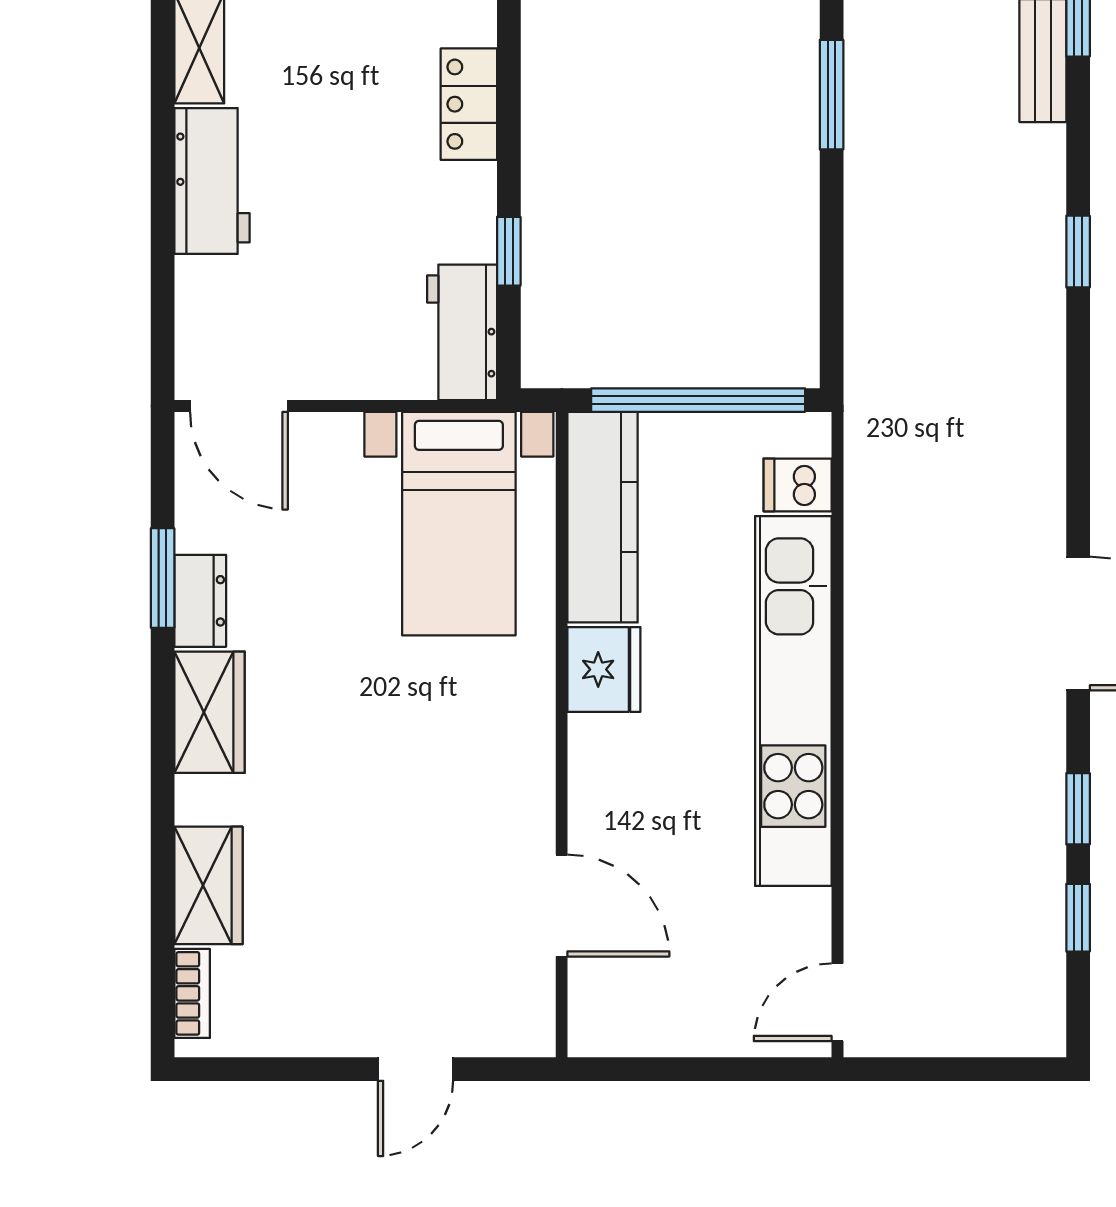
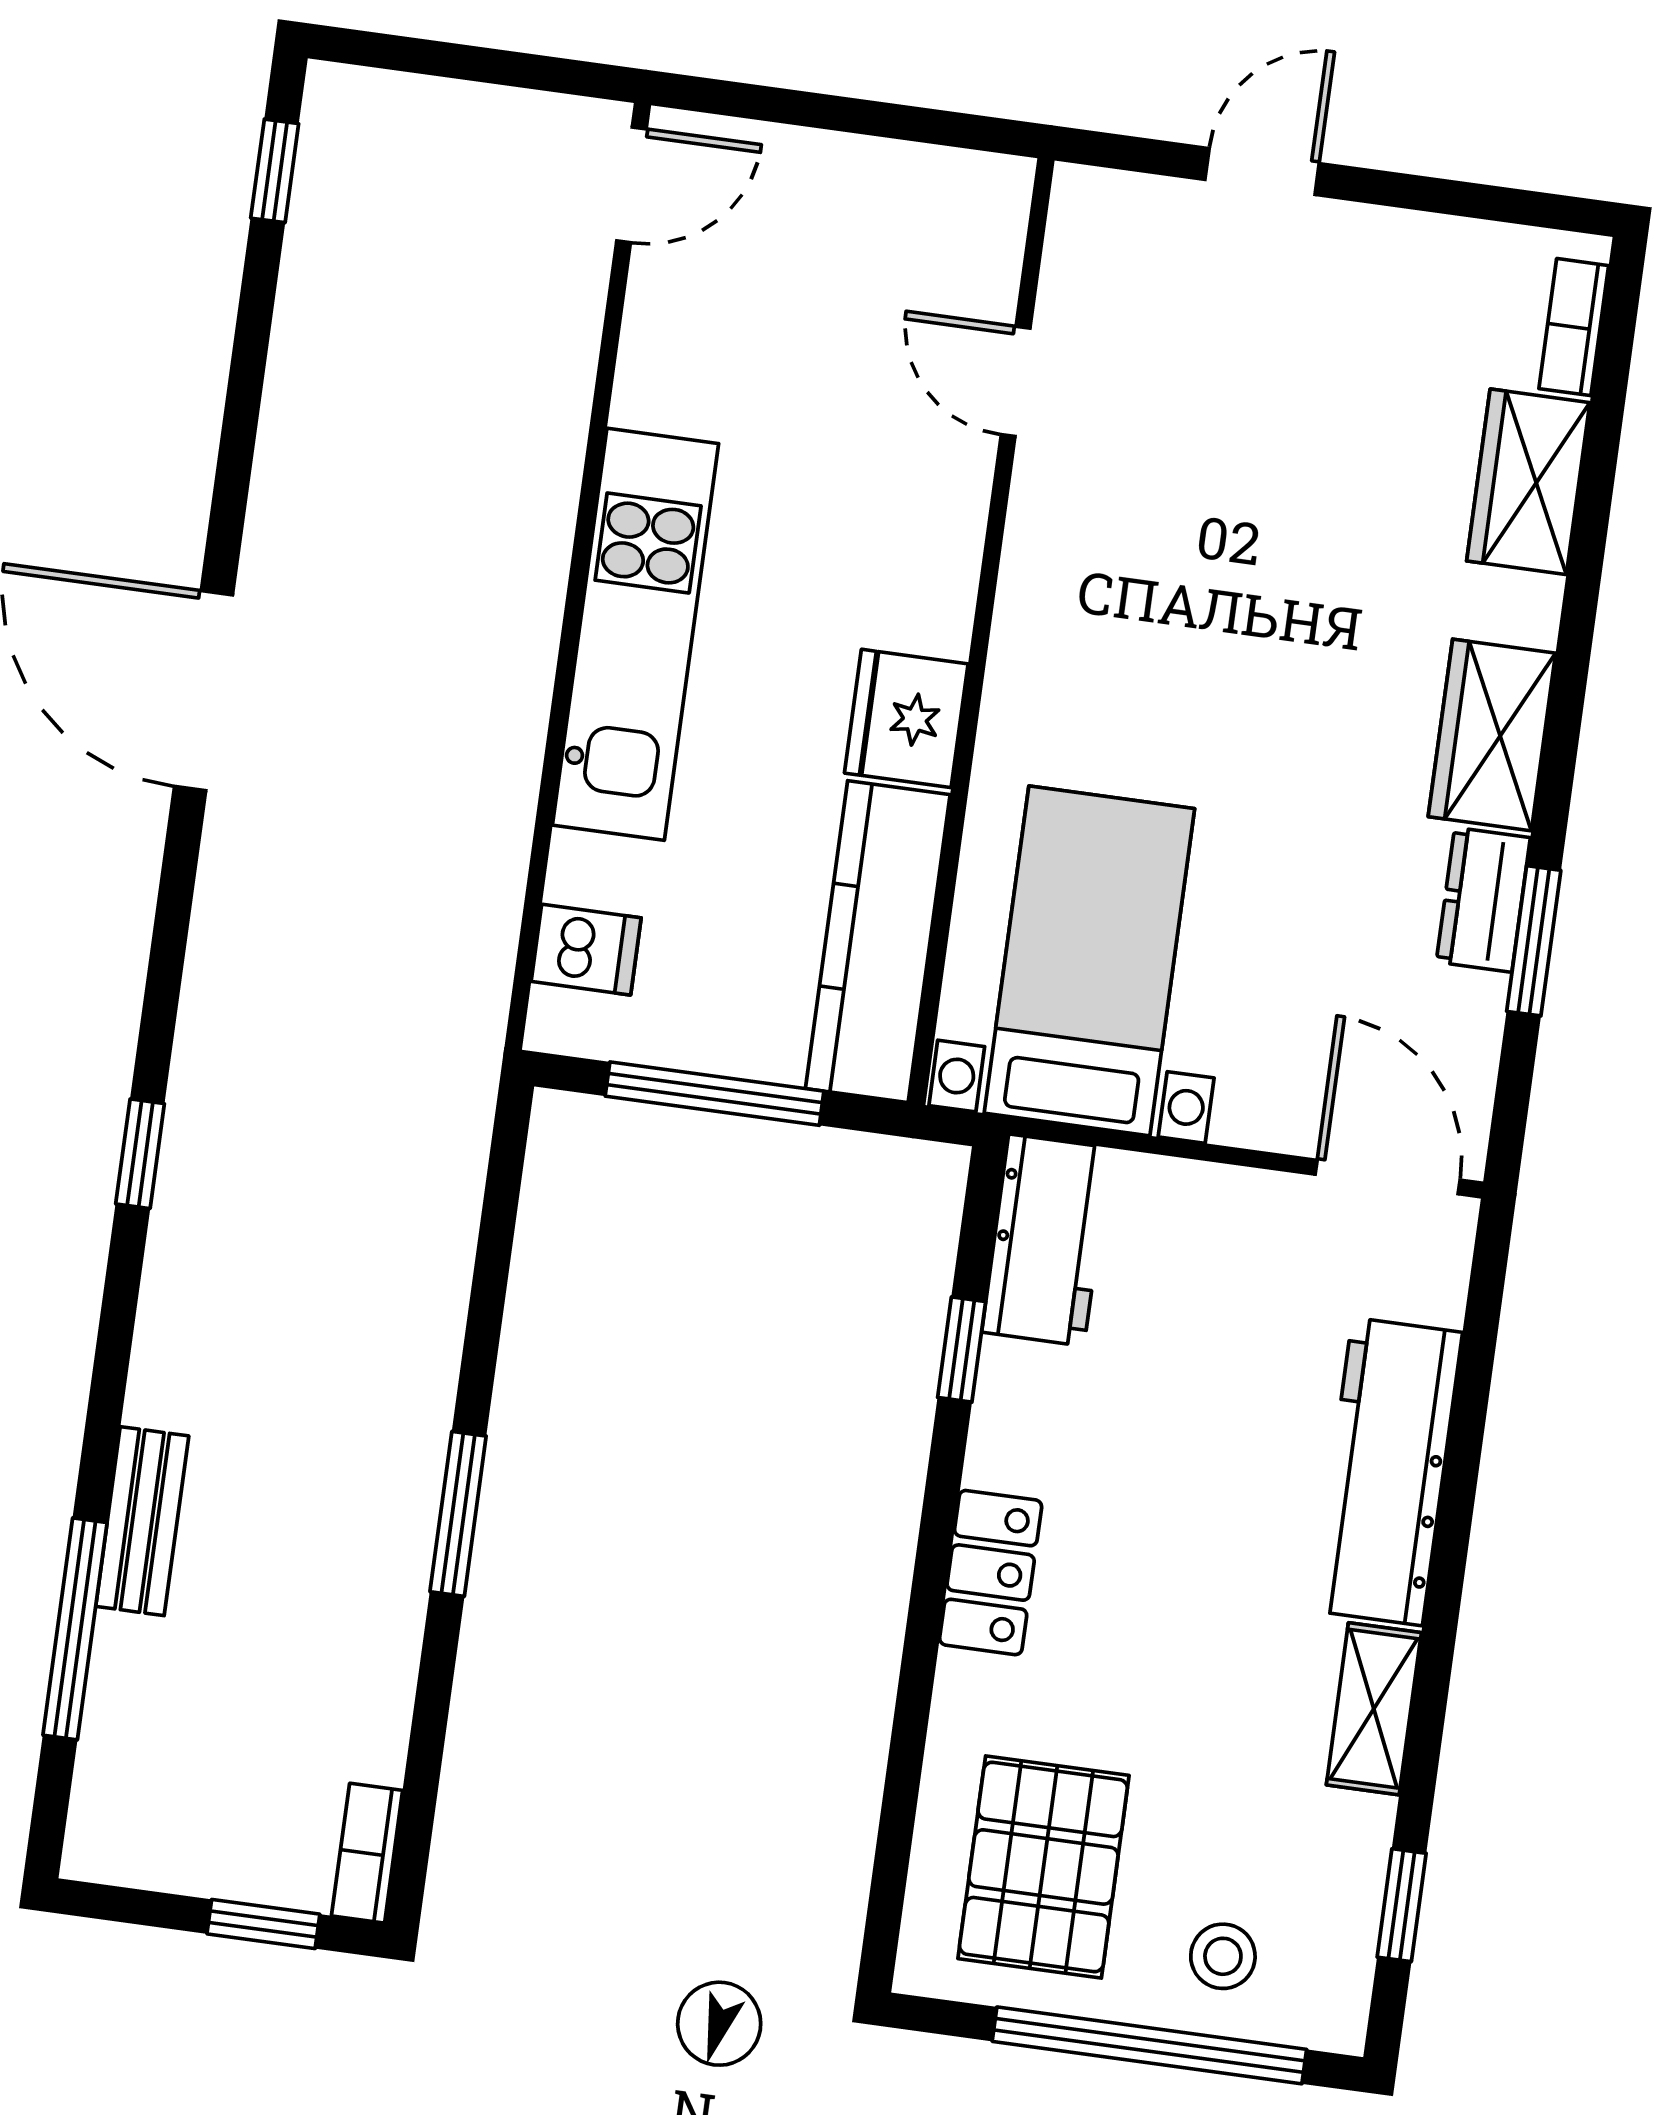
workbench: (212, 181) -> (1387, 1472), width x1.38
window: (1078, 252) -> (140, 1154), moved
window: (698, 400) -> (715, 1094), width x0.68
kitchen unit: (793, 701) -> (636, 634), width x0.73
window: (1078, 809) -> (241, 420), removed
door: (562, 906) -> (1016, 381), width x0.73
window: (1078, 918) -> (275, 171), moved

